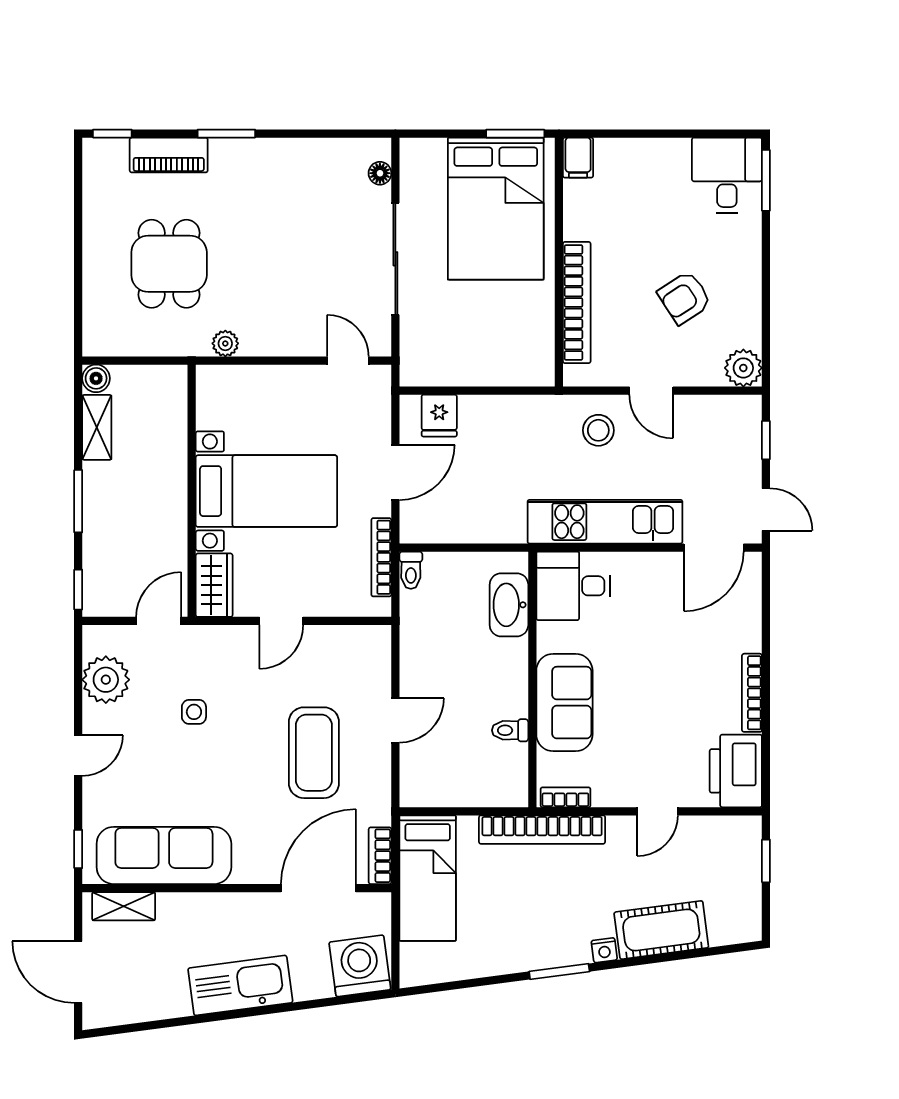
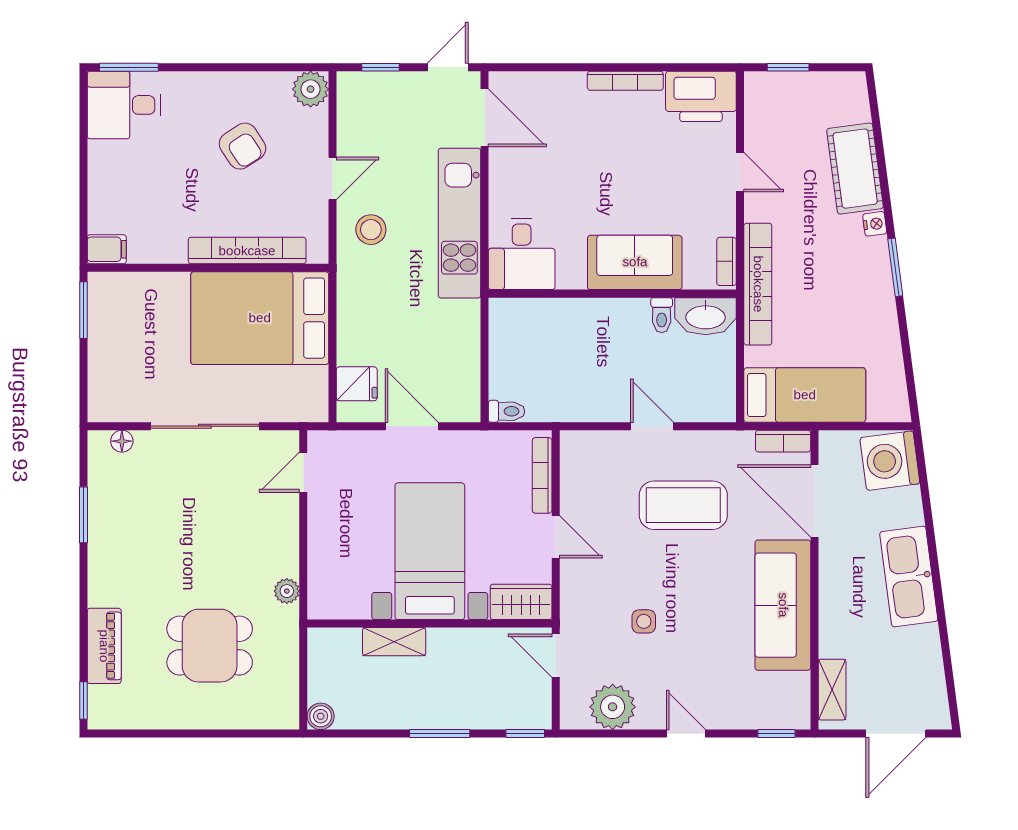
window: (226, 134) -> (83, 515), moved
bed: (496, 209) -> (260, 318), moved, turned 180
shelving: (97, 427) -> (394, 642), moved
bookcase: (381, 557) -> (542, 475), moved, turned 90
washbasin: (509, 605) -> (706, 316), moved
sofa: (164, 855) -> (783, 605), moved

